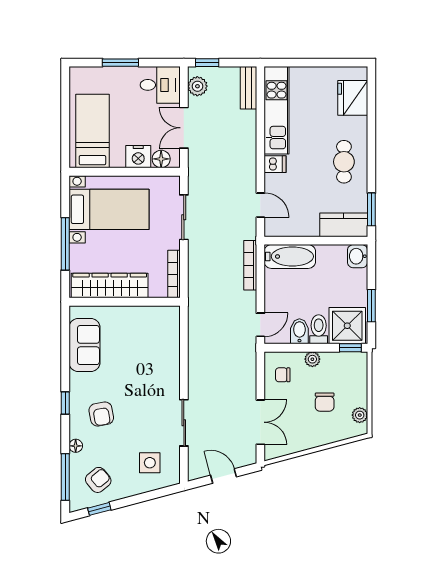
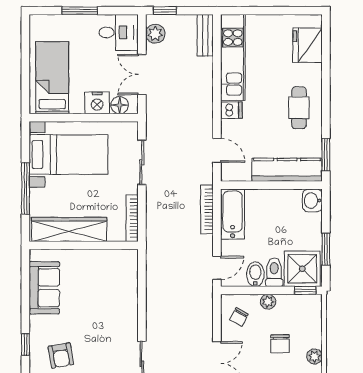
kitchen counter: (344, 225) -> (287, 170), width x1.50
bathtub: (290, 256) -> (233, 214), moved, turned -90
chair: (283, 375) -> (239, 317), turned -61

